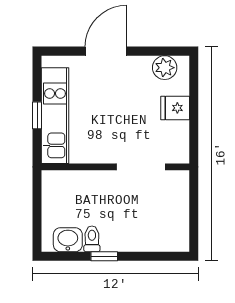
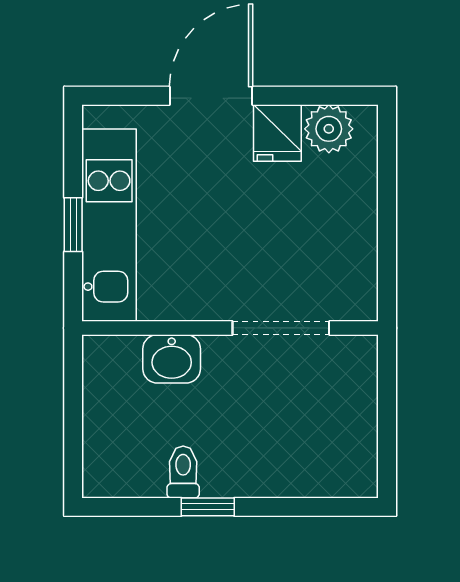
fridge: (175, 108) -> (277, 133), moved, turned -90
washbasin: (68, 240) -> (172, 359), moved, turned 180

